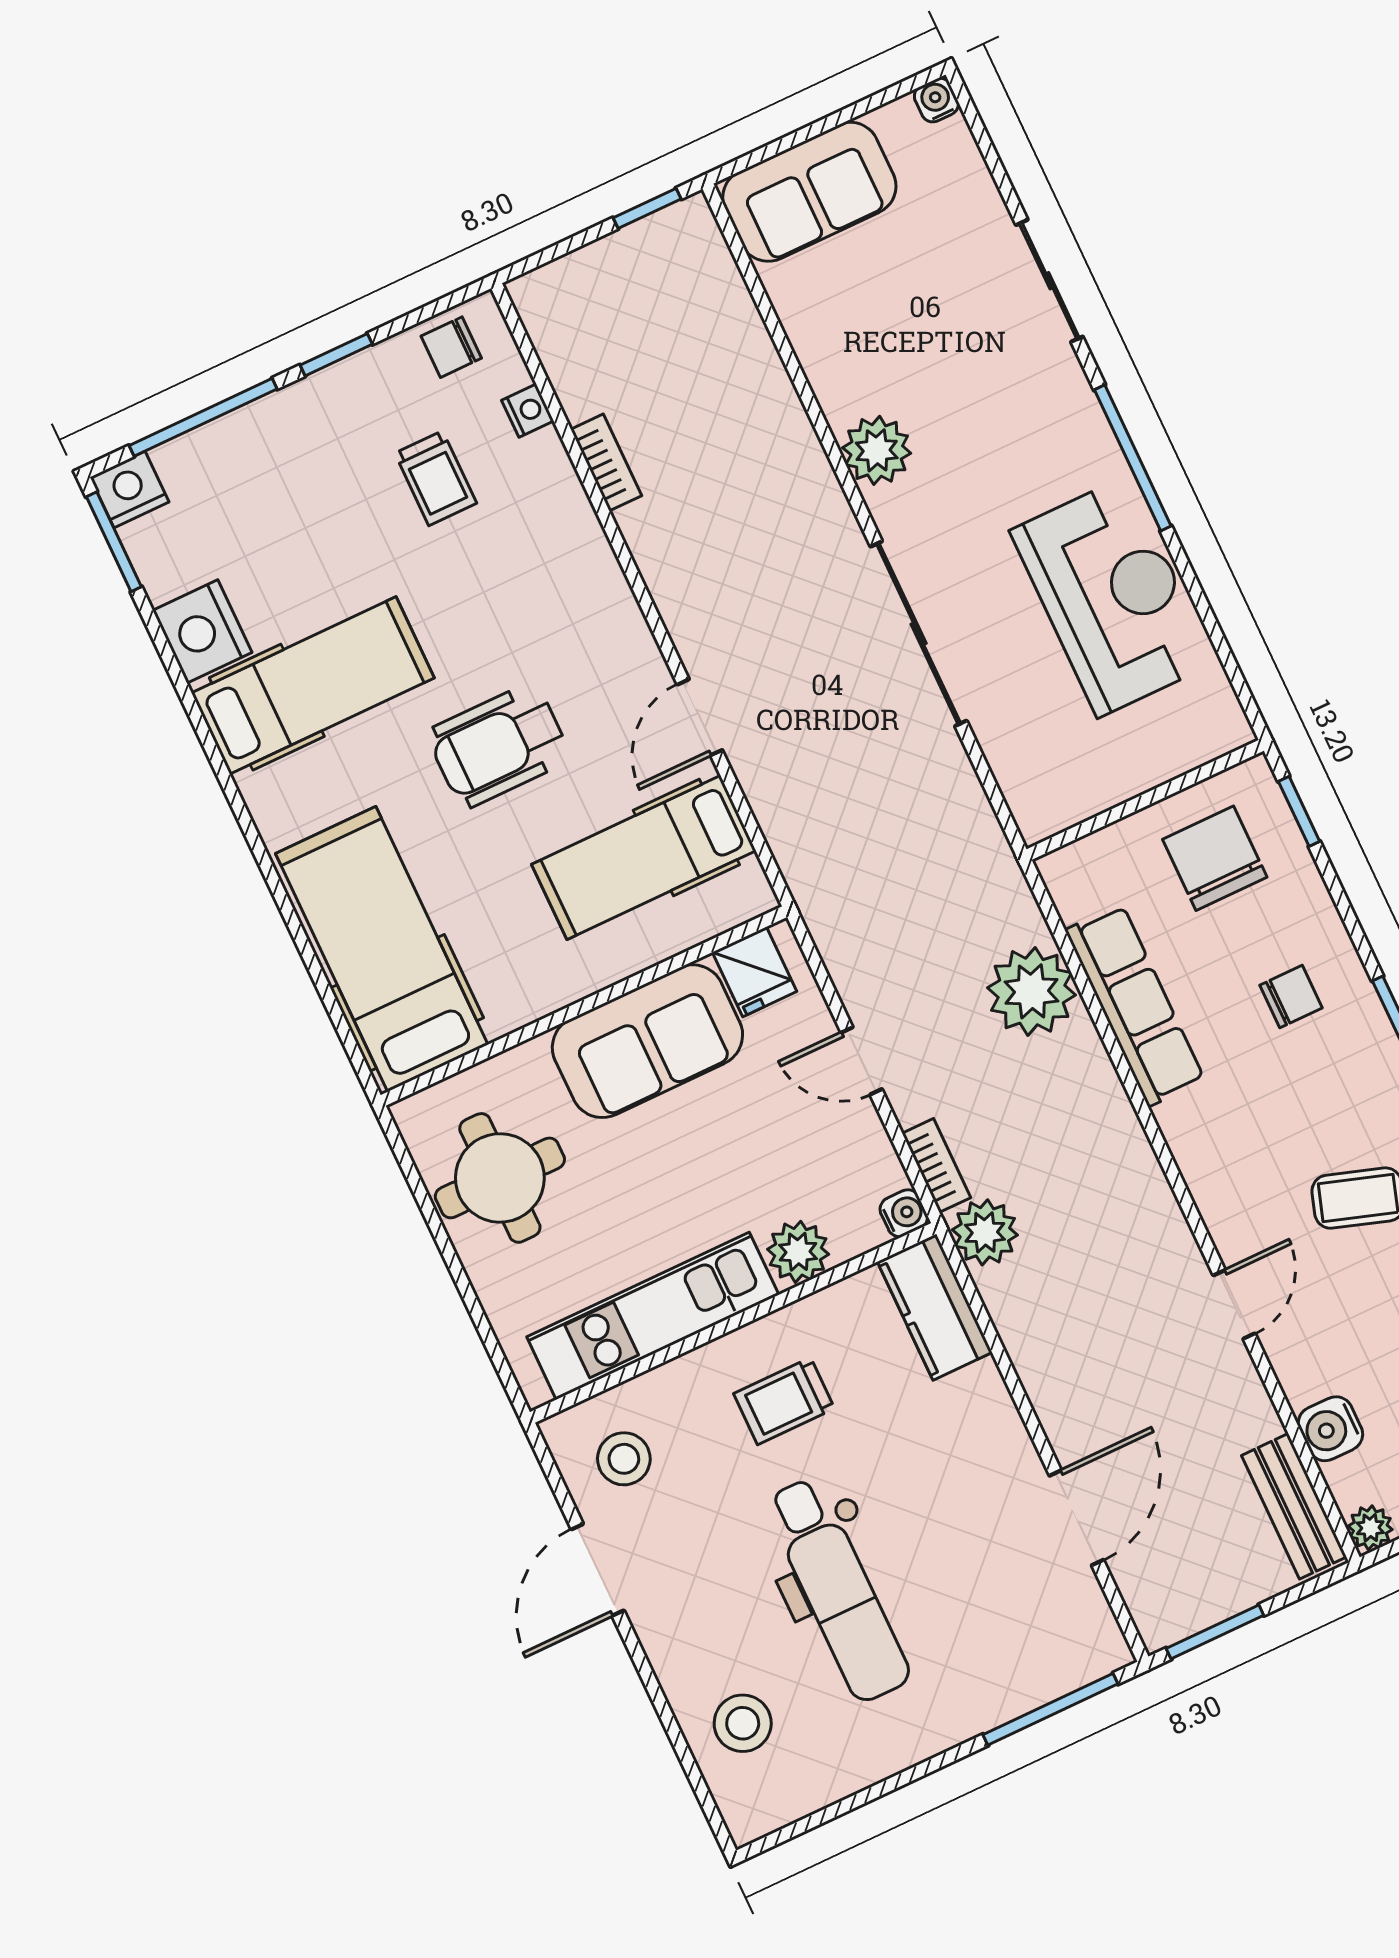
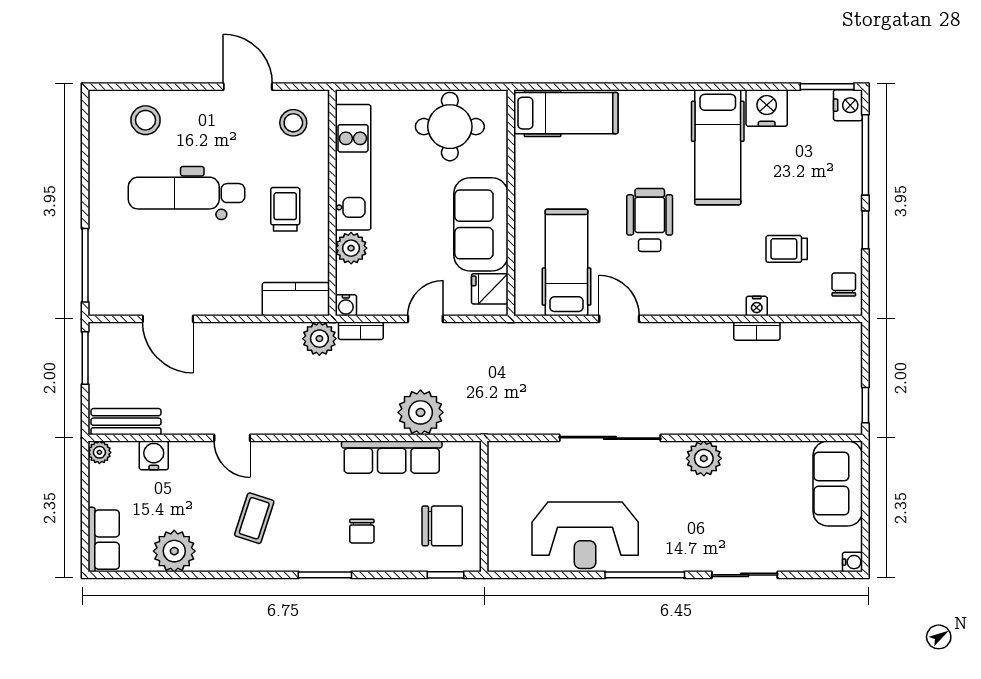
nightstand: (528, 411) -> (757, 306), moved
hospital bed: (382, 949) -> (566, 113), width x0.73, depth x0.78

